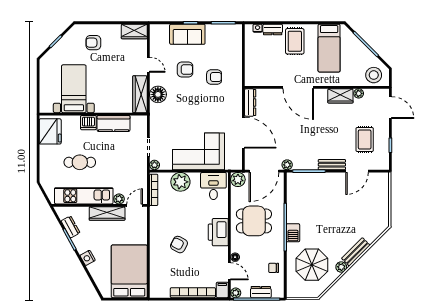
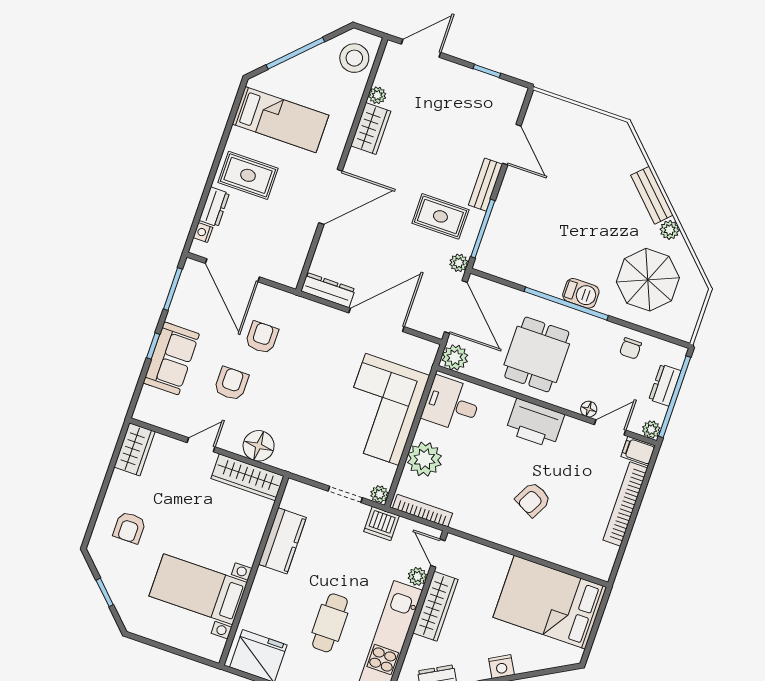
door: (243, 50) -> (232, 270), added
dishwasher: (88, 123) -> (382, 524), moved, turned 90
rug: (365, 139) -> (440, 216), moved

